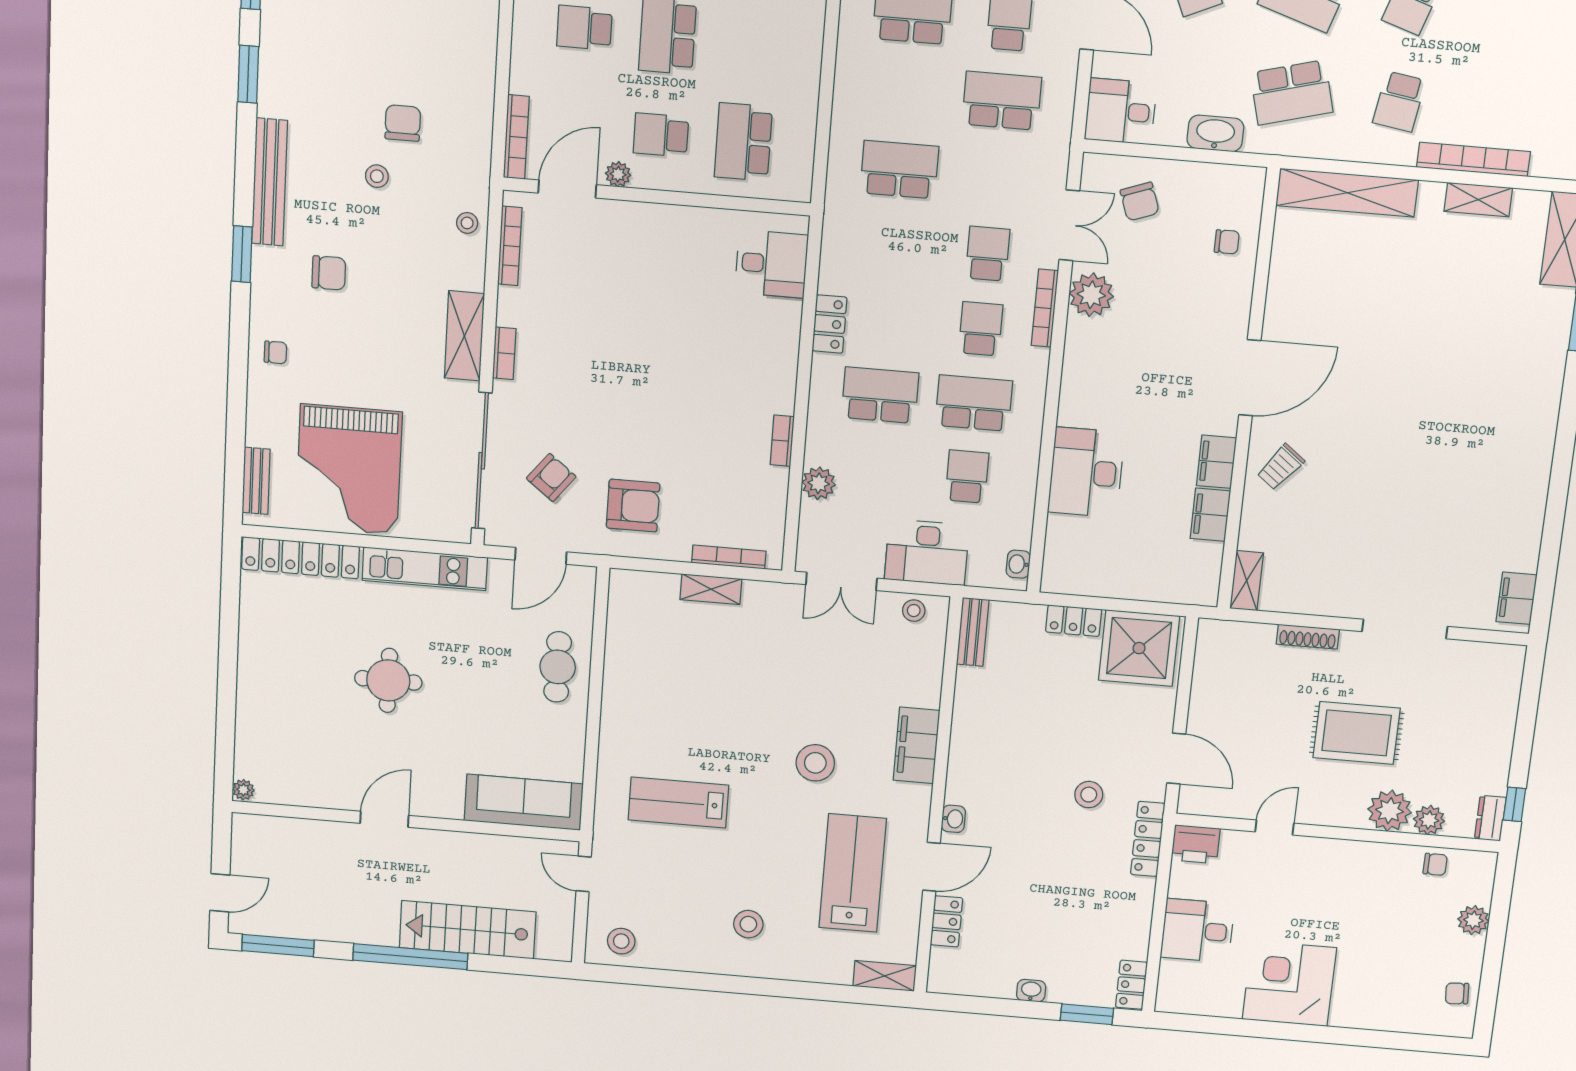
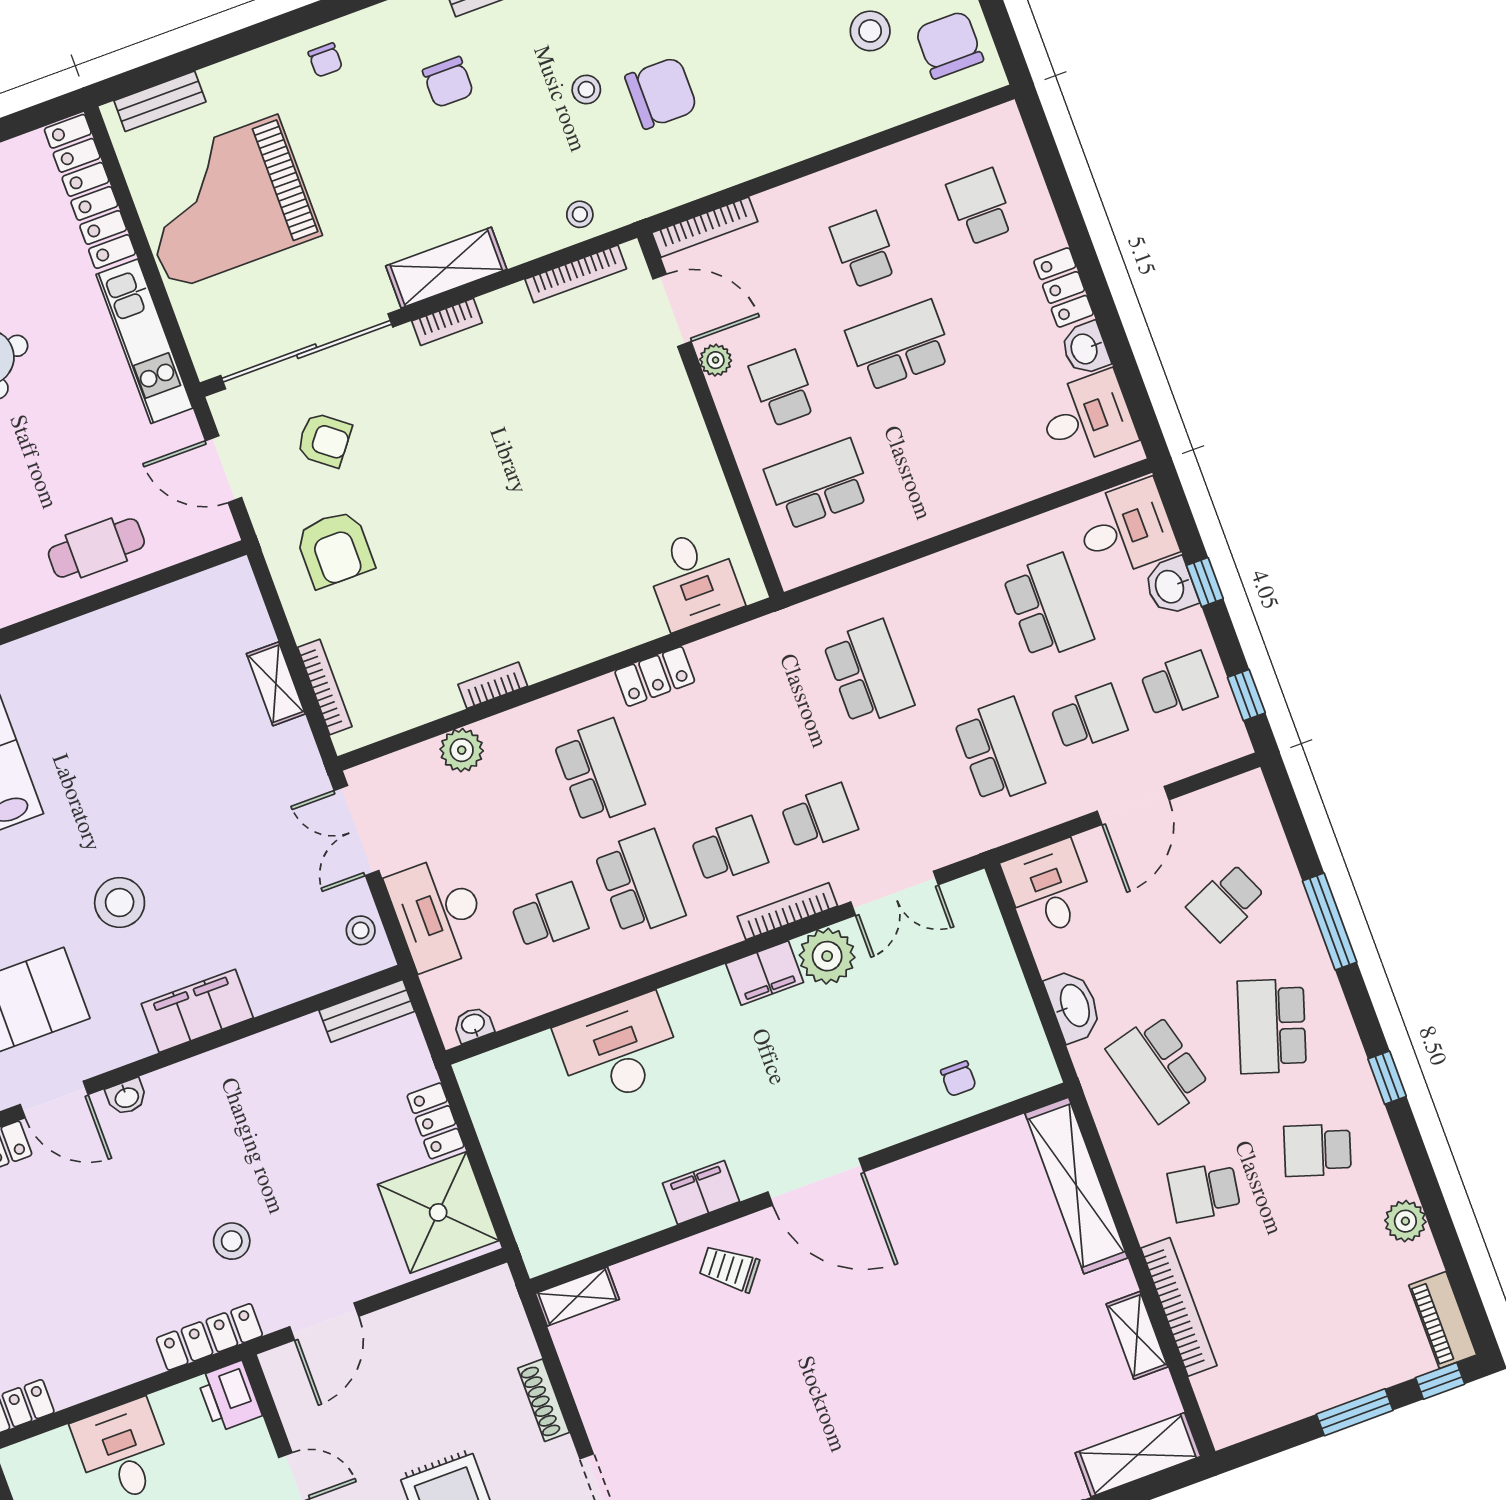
chair: (403, 123) -> (661, 93), width x1.37, depth x1.37
chair: (1140, 201) -> (958, 959), removed
filing cabinet: (1210, 515) -> (765, 973), moved, turned 180

